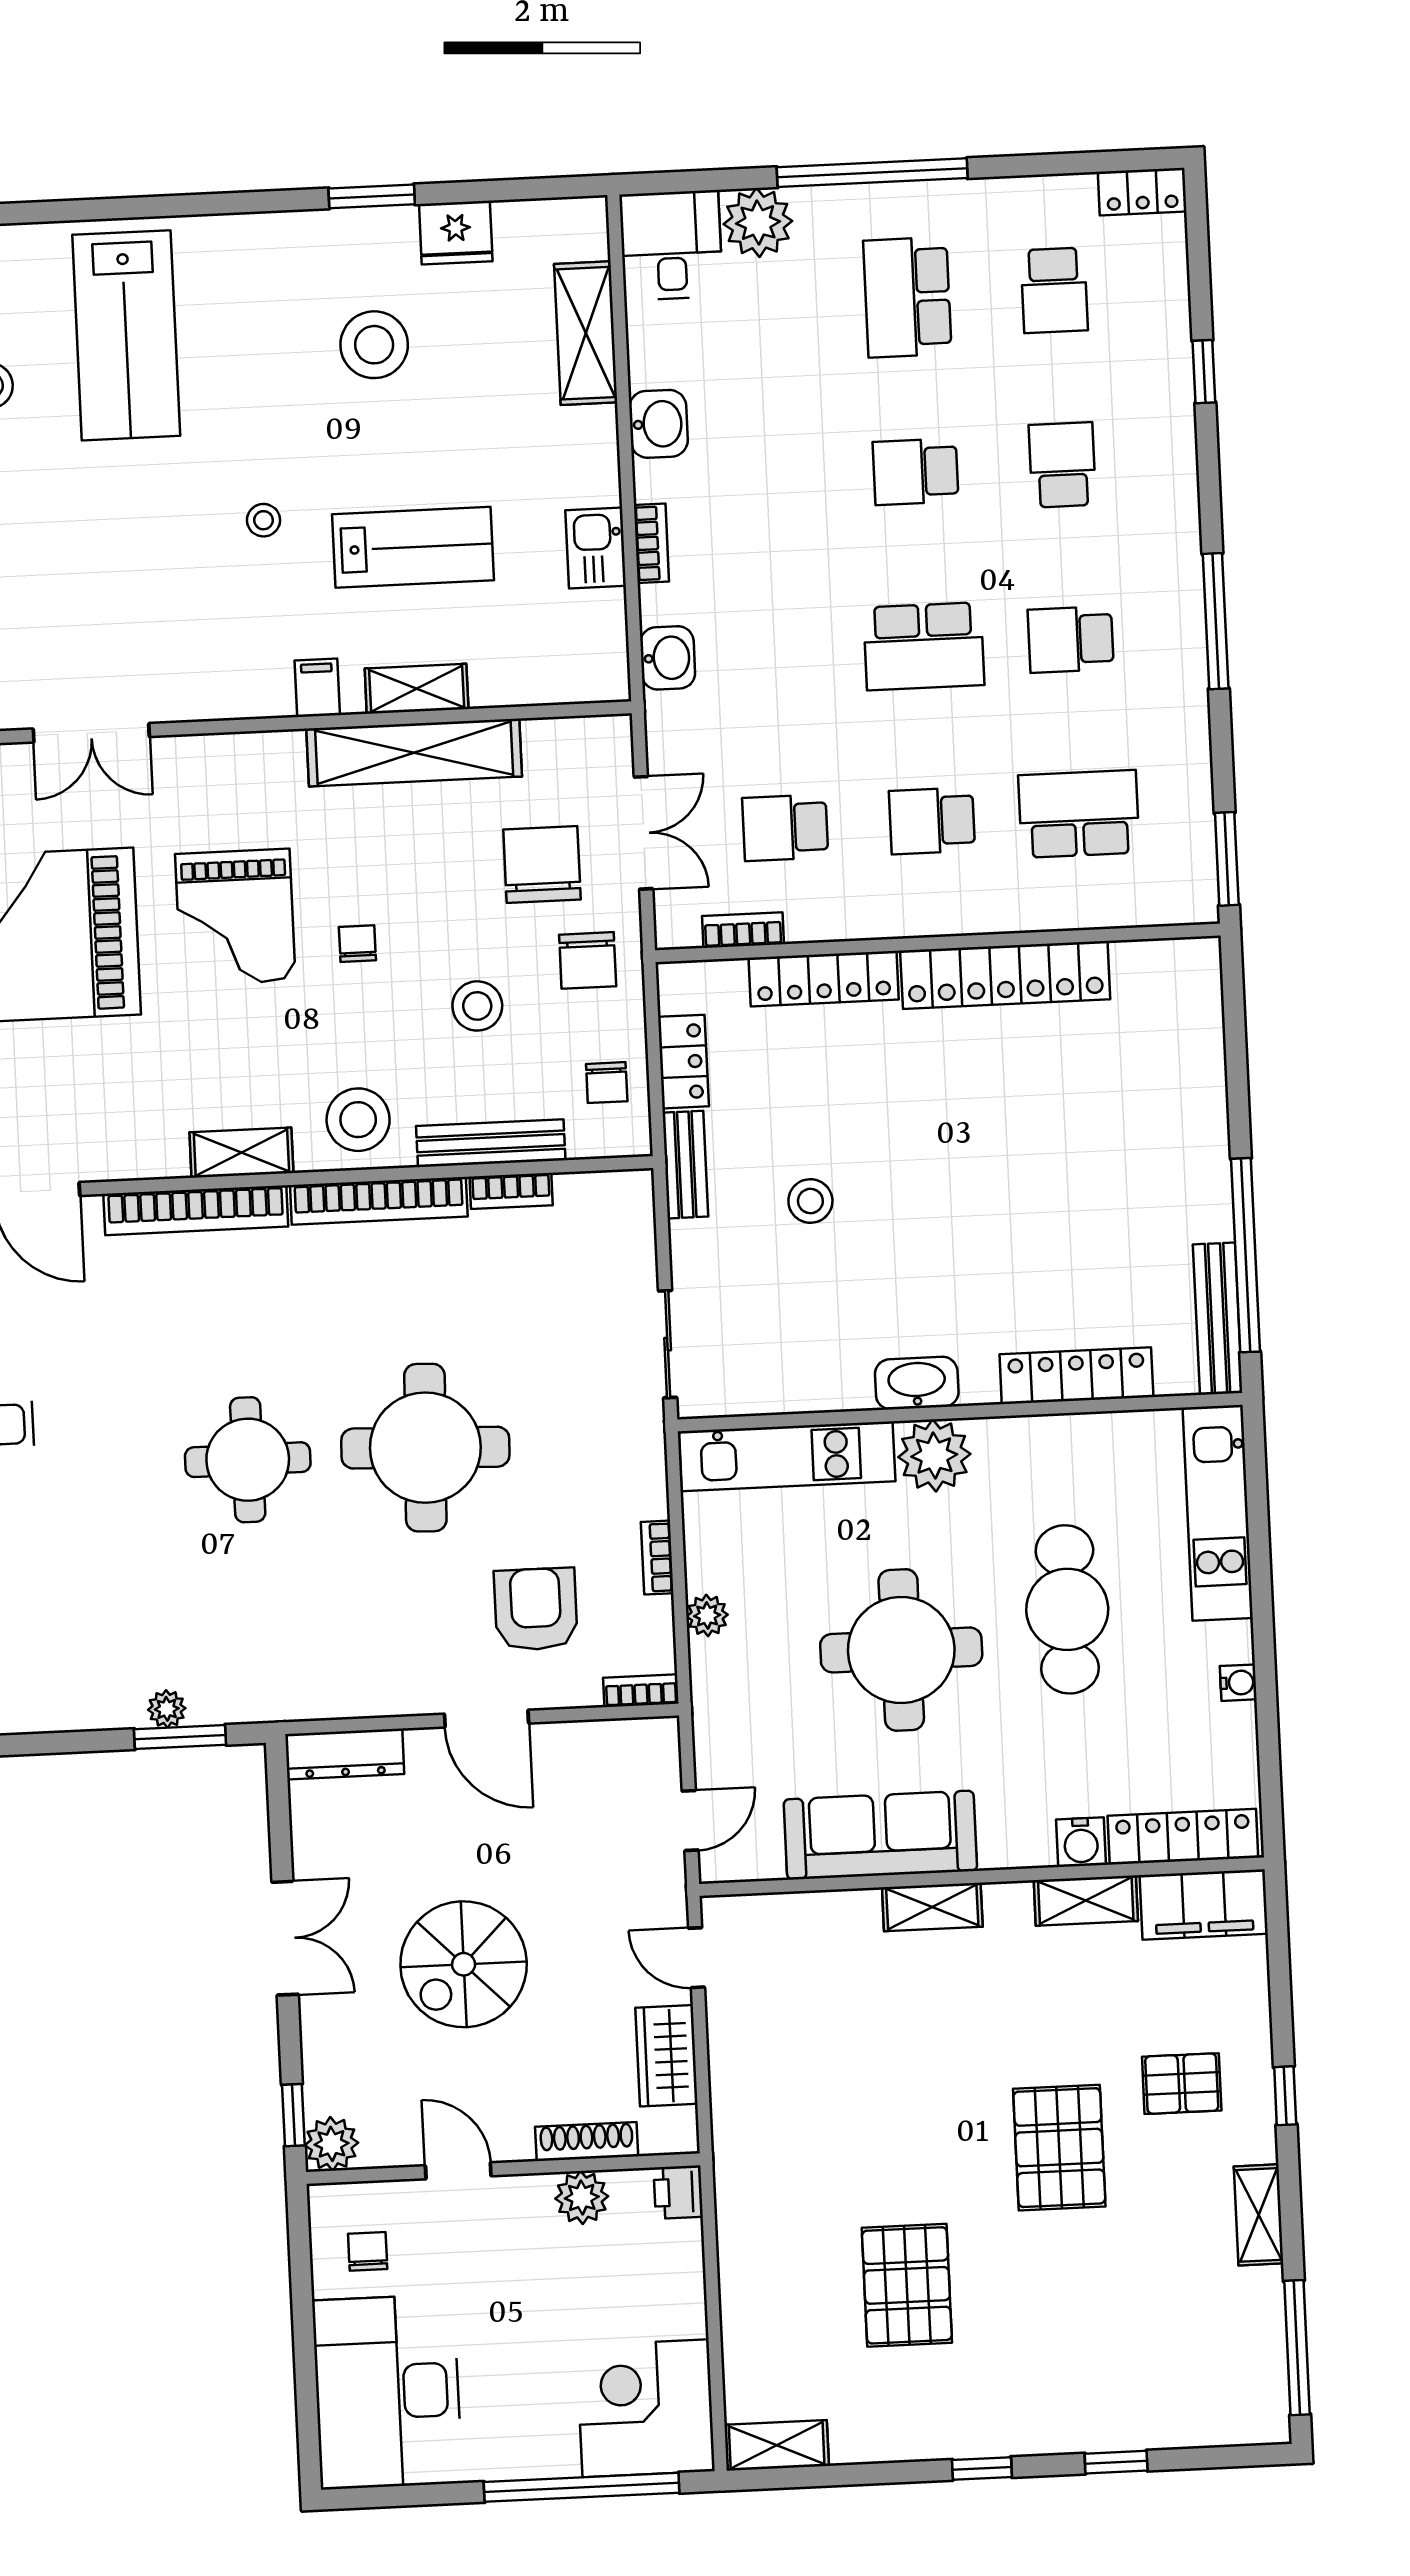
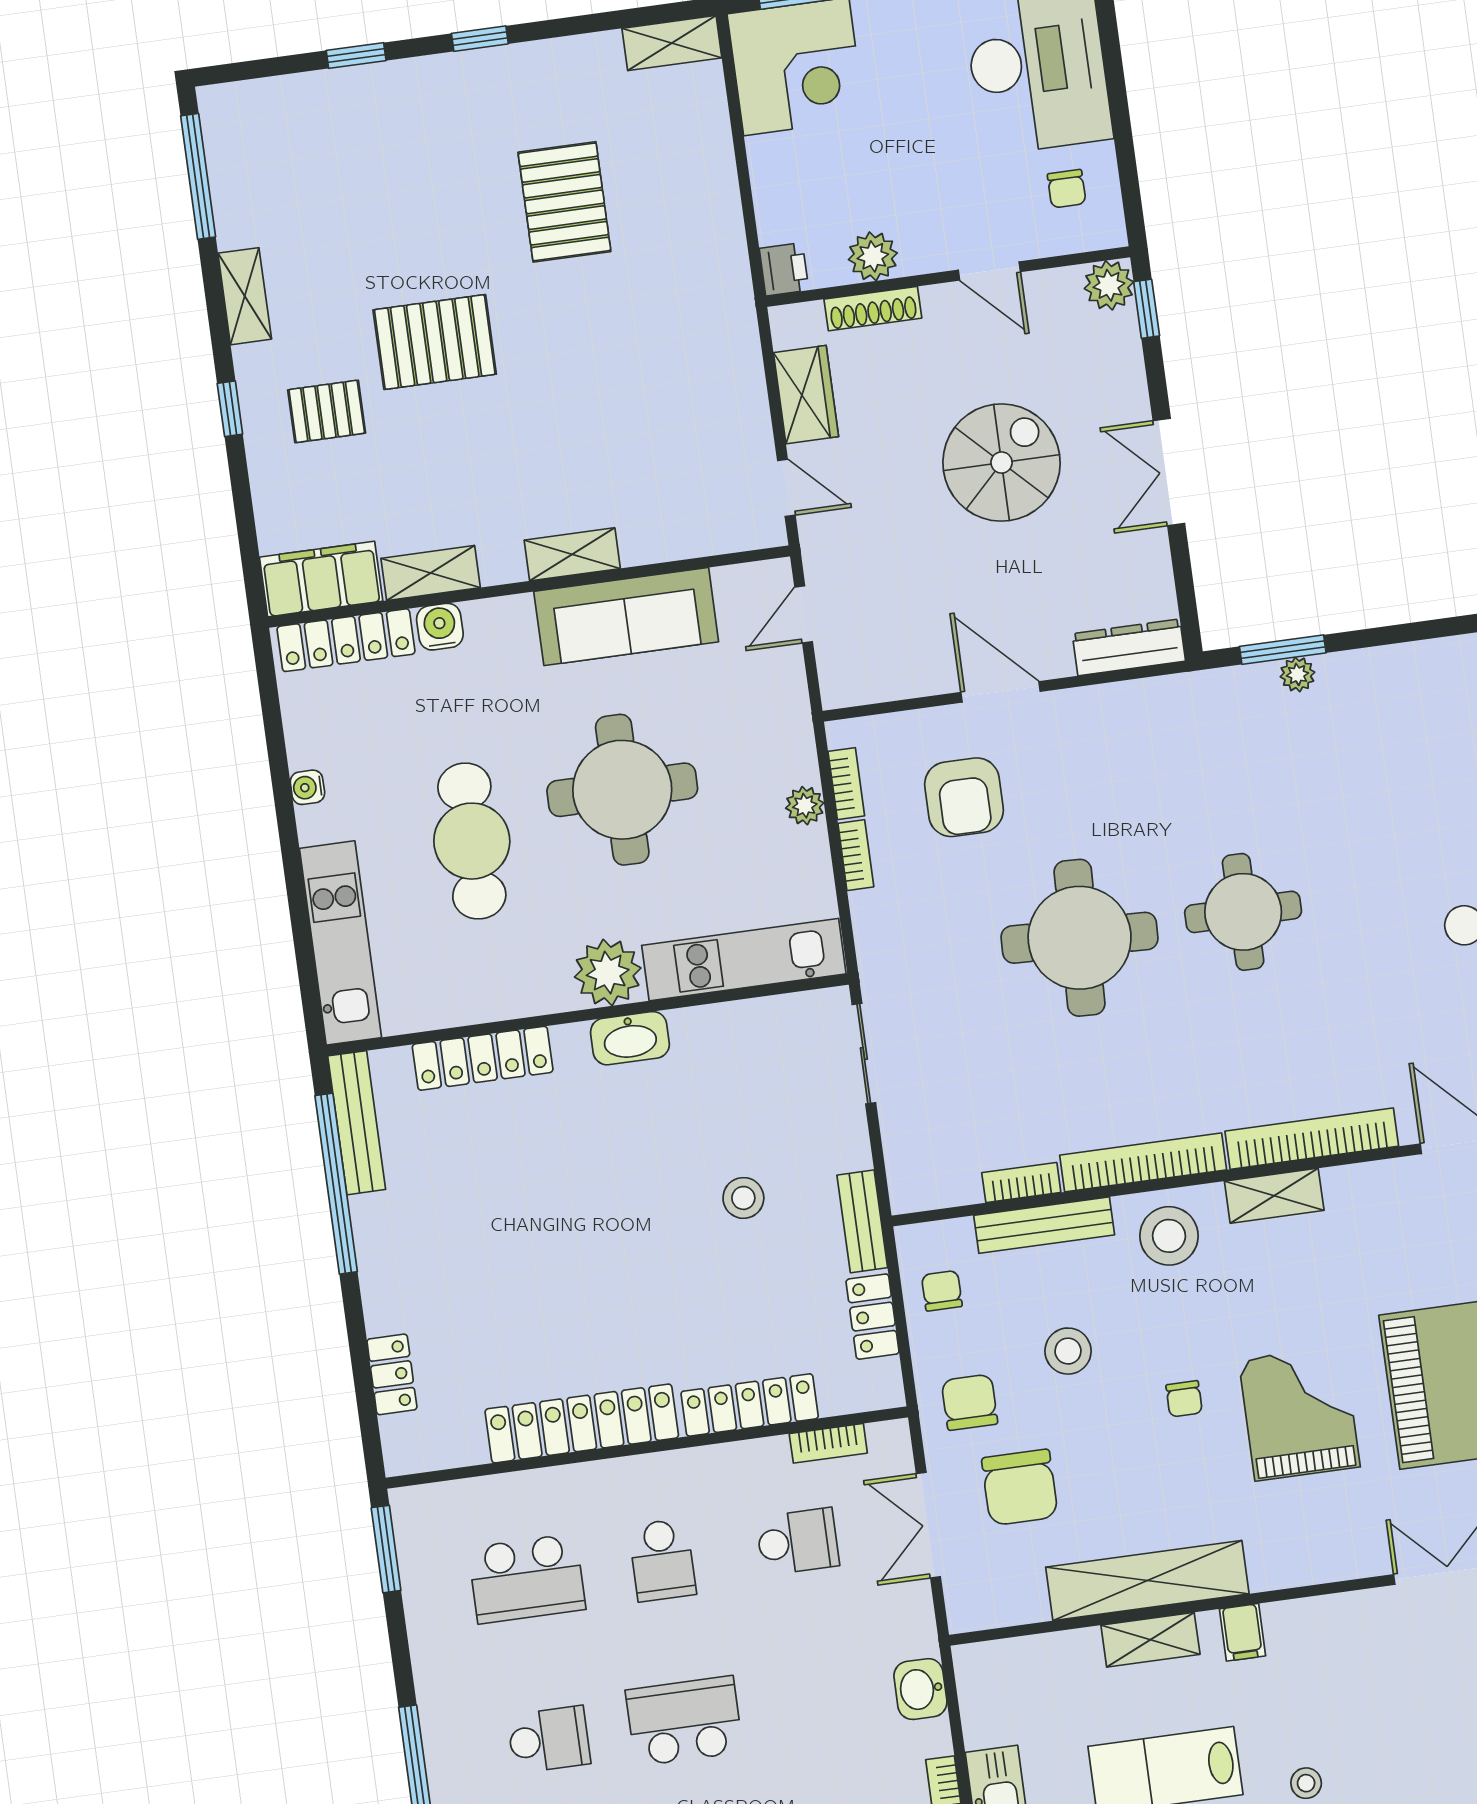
school desk: (932, 821) -> (662, 1560), turned 90
locker: (1204, 1046) -> (392, 1374), added
bookcase: (641, 1691) -> (846, 784), moved, turned -90
pallet: (1059, 2148) -> (435, 342), turned 90

